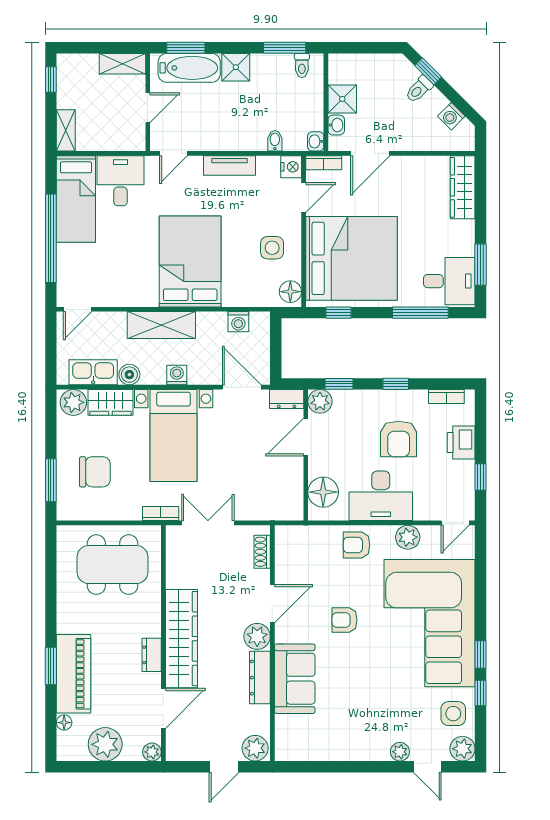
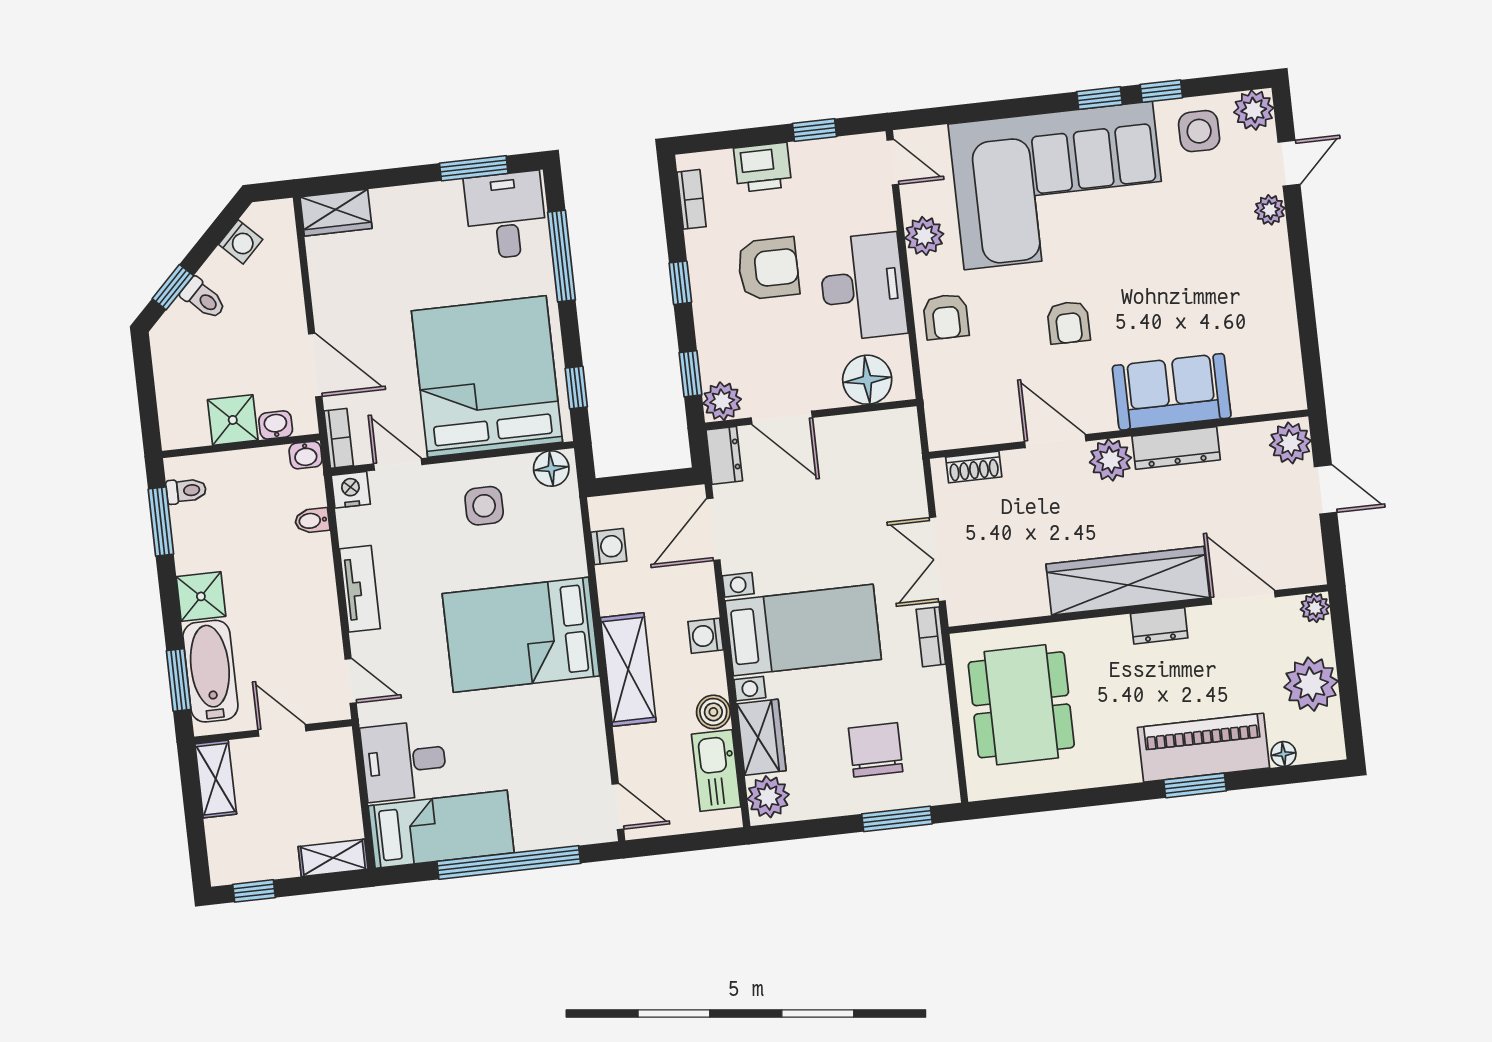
wardrobe: (463, 187) -> (336, 213), width x0.67

